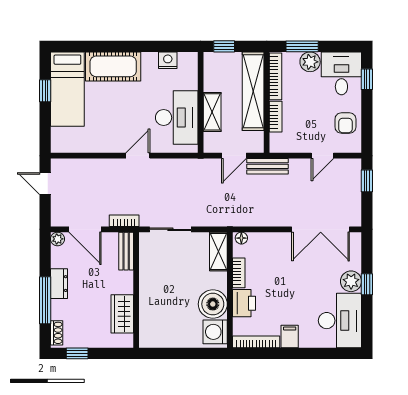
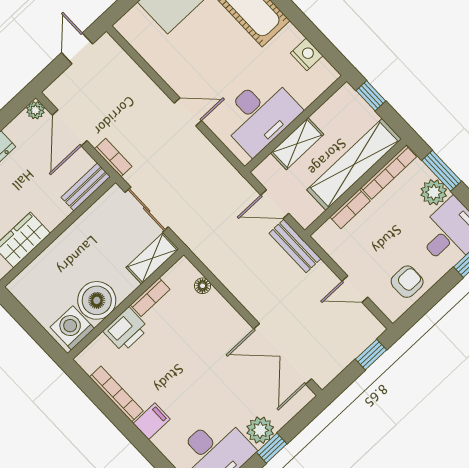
armchair: (345, 123) -> (407, 282), turned 180
shelving: (218, 251) -> (152, 258), moved
bookcase: (239, 273) -> (150, 297), moved
wall: (230, 290) -> (126, 304), moved
printer: (244, 303) -> (126, 330), moved
boiler: (213, 304) -> (97, 300), moved
washing machine: (215, 332) -> (72, 328), moved

